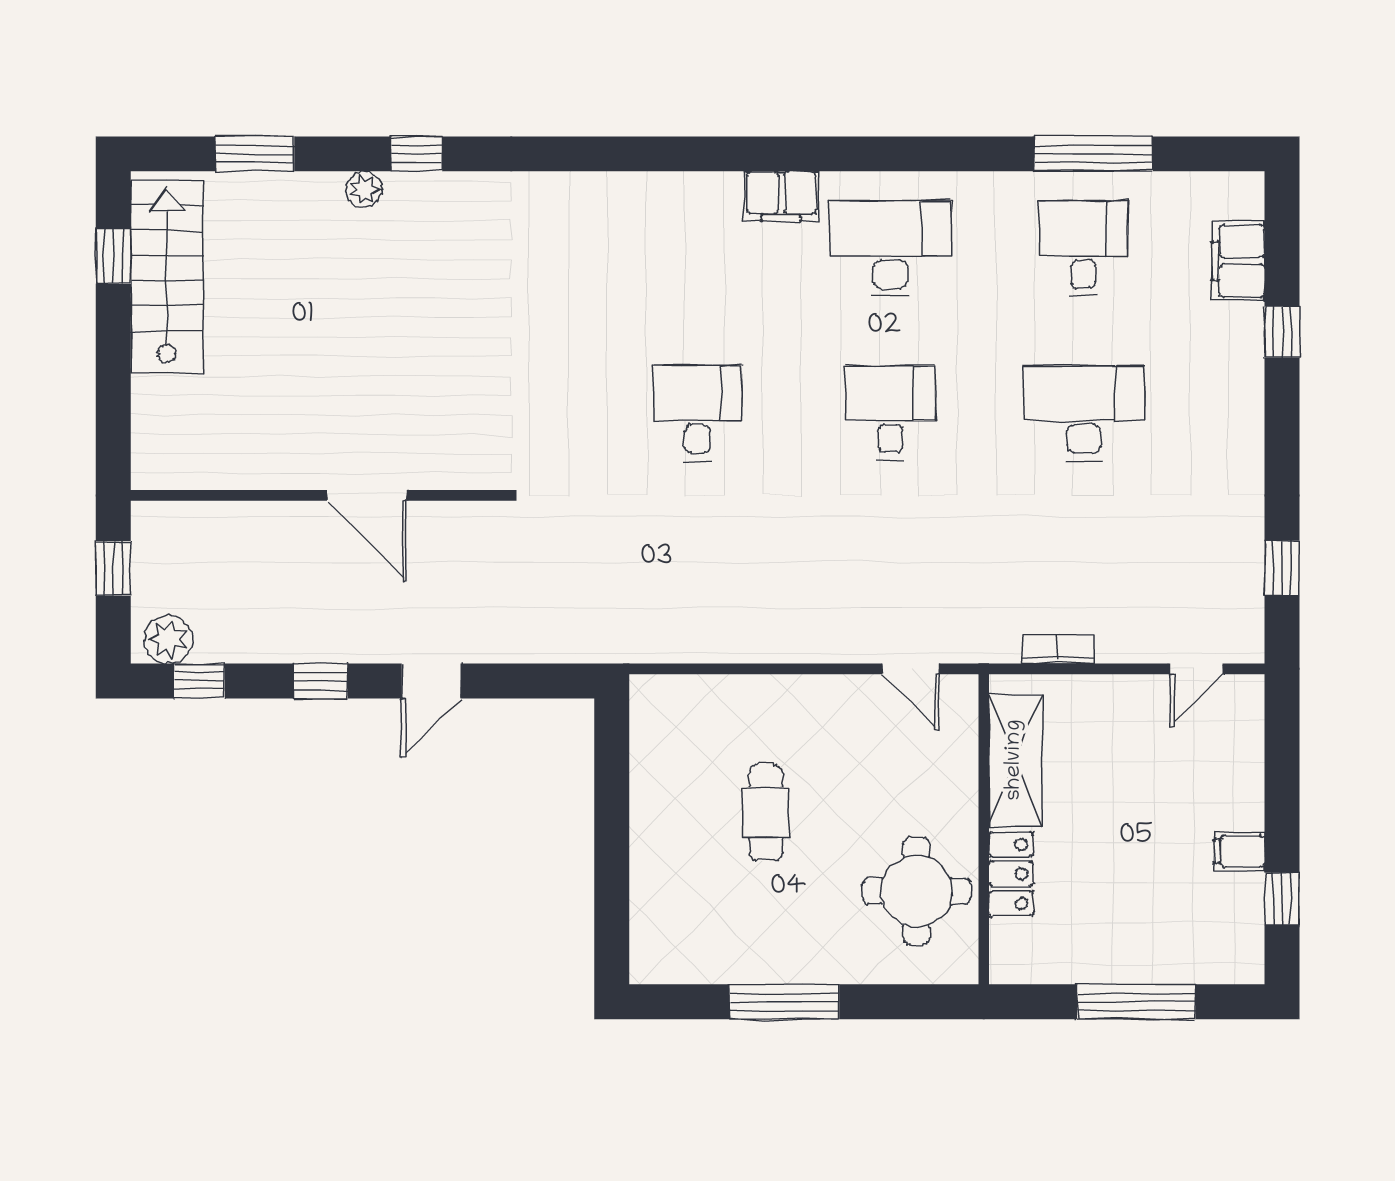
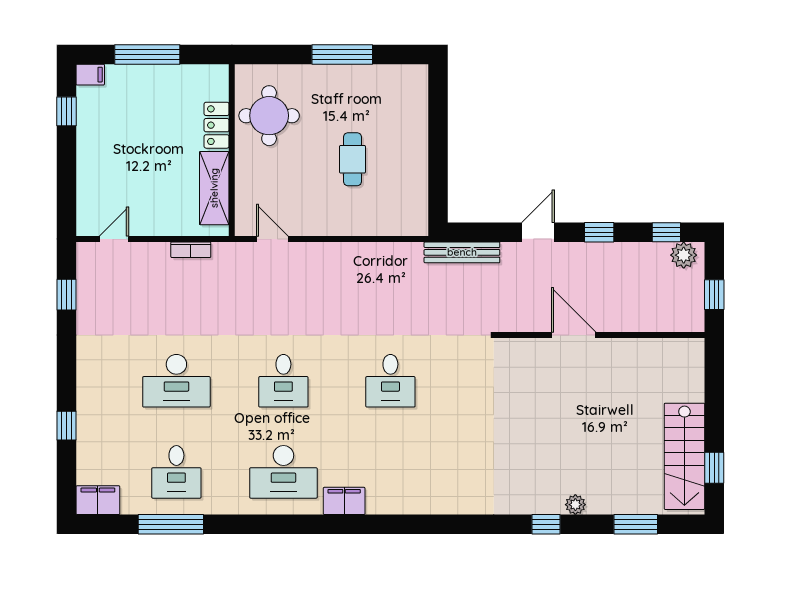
filing cabinet: (1238, 261) -> (98, 500), moved, turned -90
bench: (568, 645) -> (462, 252), added
filing cabinet: (1239, 851) -> (90, 75), moved

